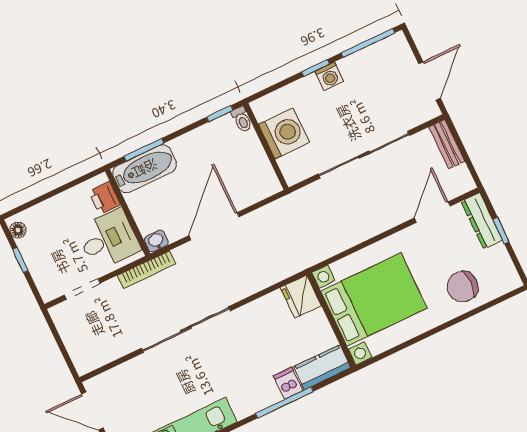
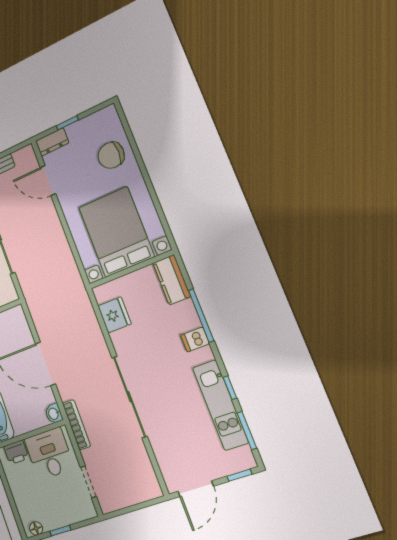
dresser: (482, 221) -> (52, 142), width x0.70
chair: (462, 287) -> (111, 155), turned 90
fridge: (301, 297) -> (114, 315), moved, turned -90
dishwasher: (288, 383) -> (195, 339), moved

